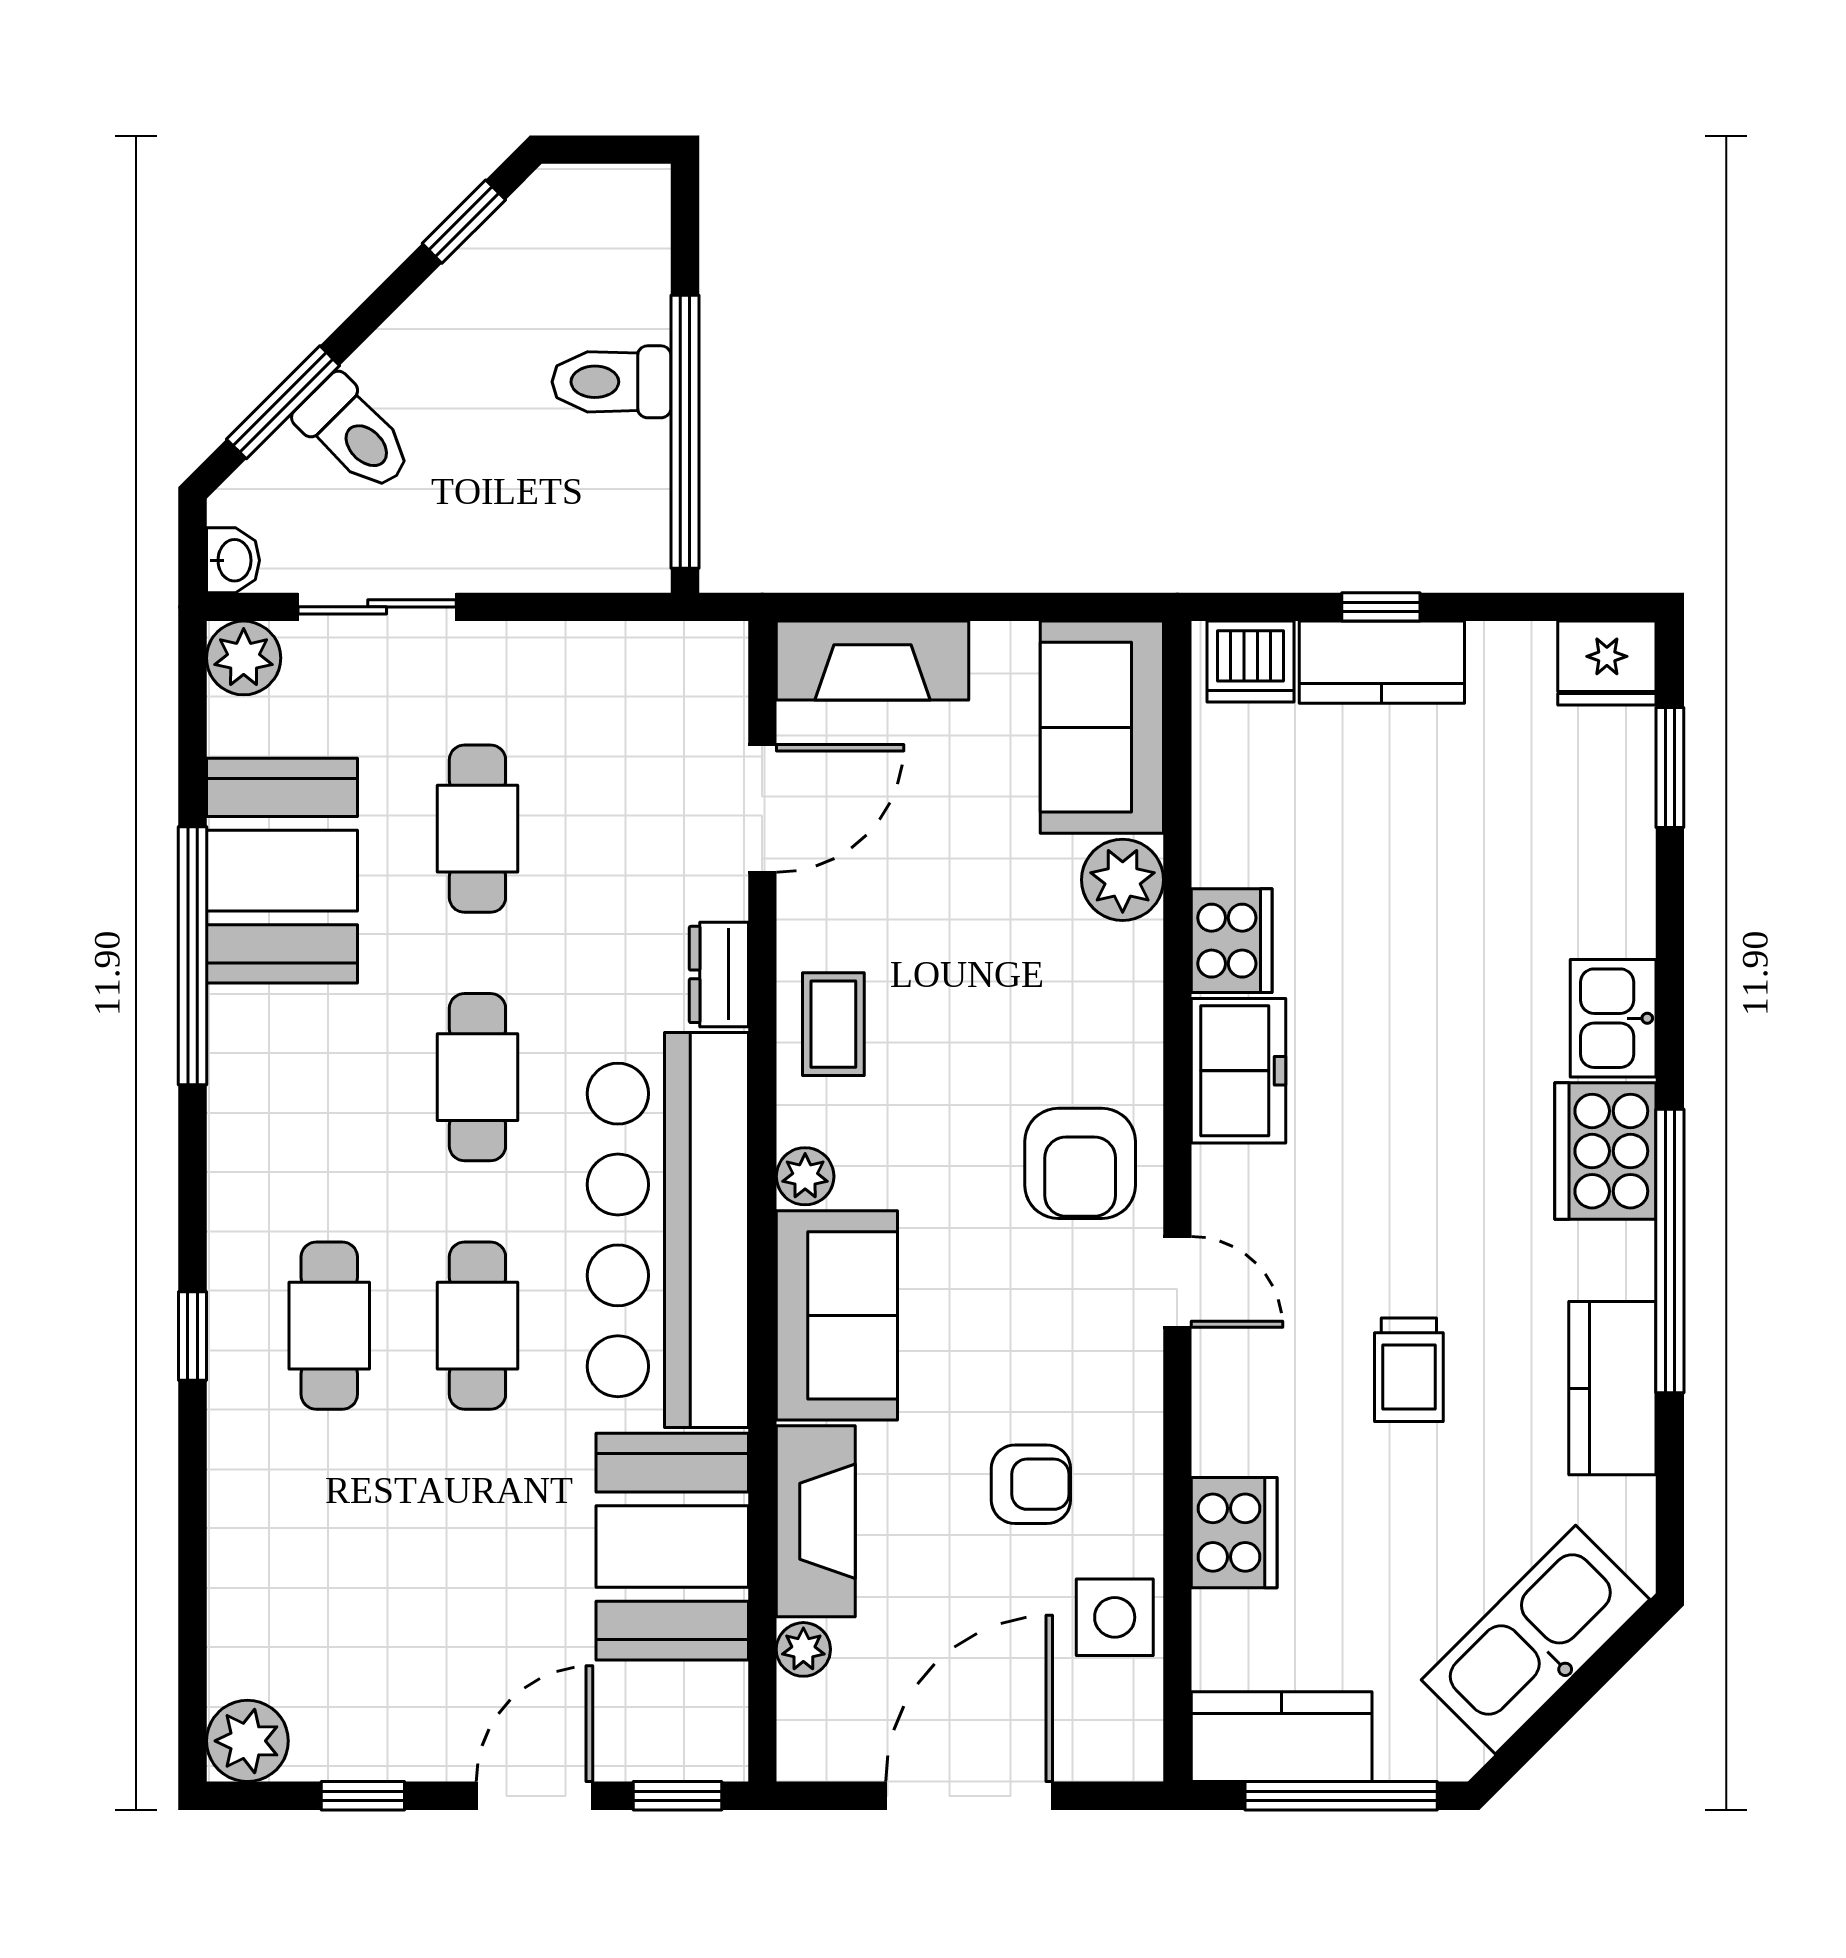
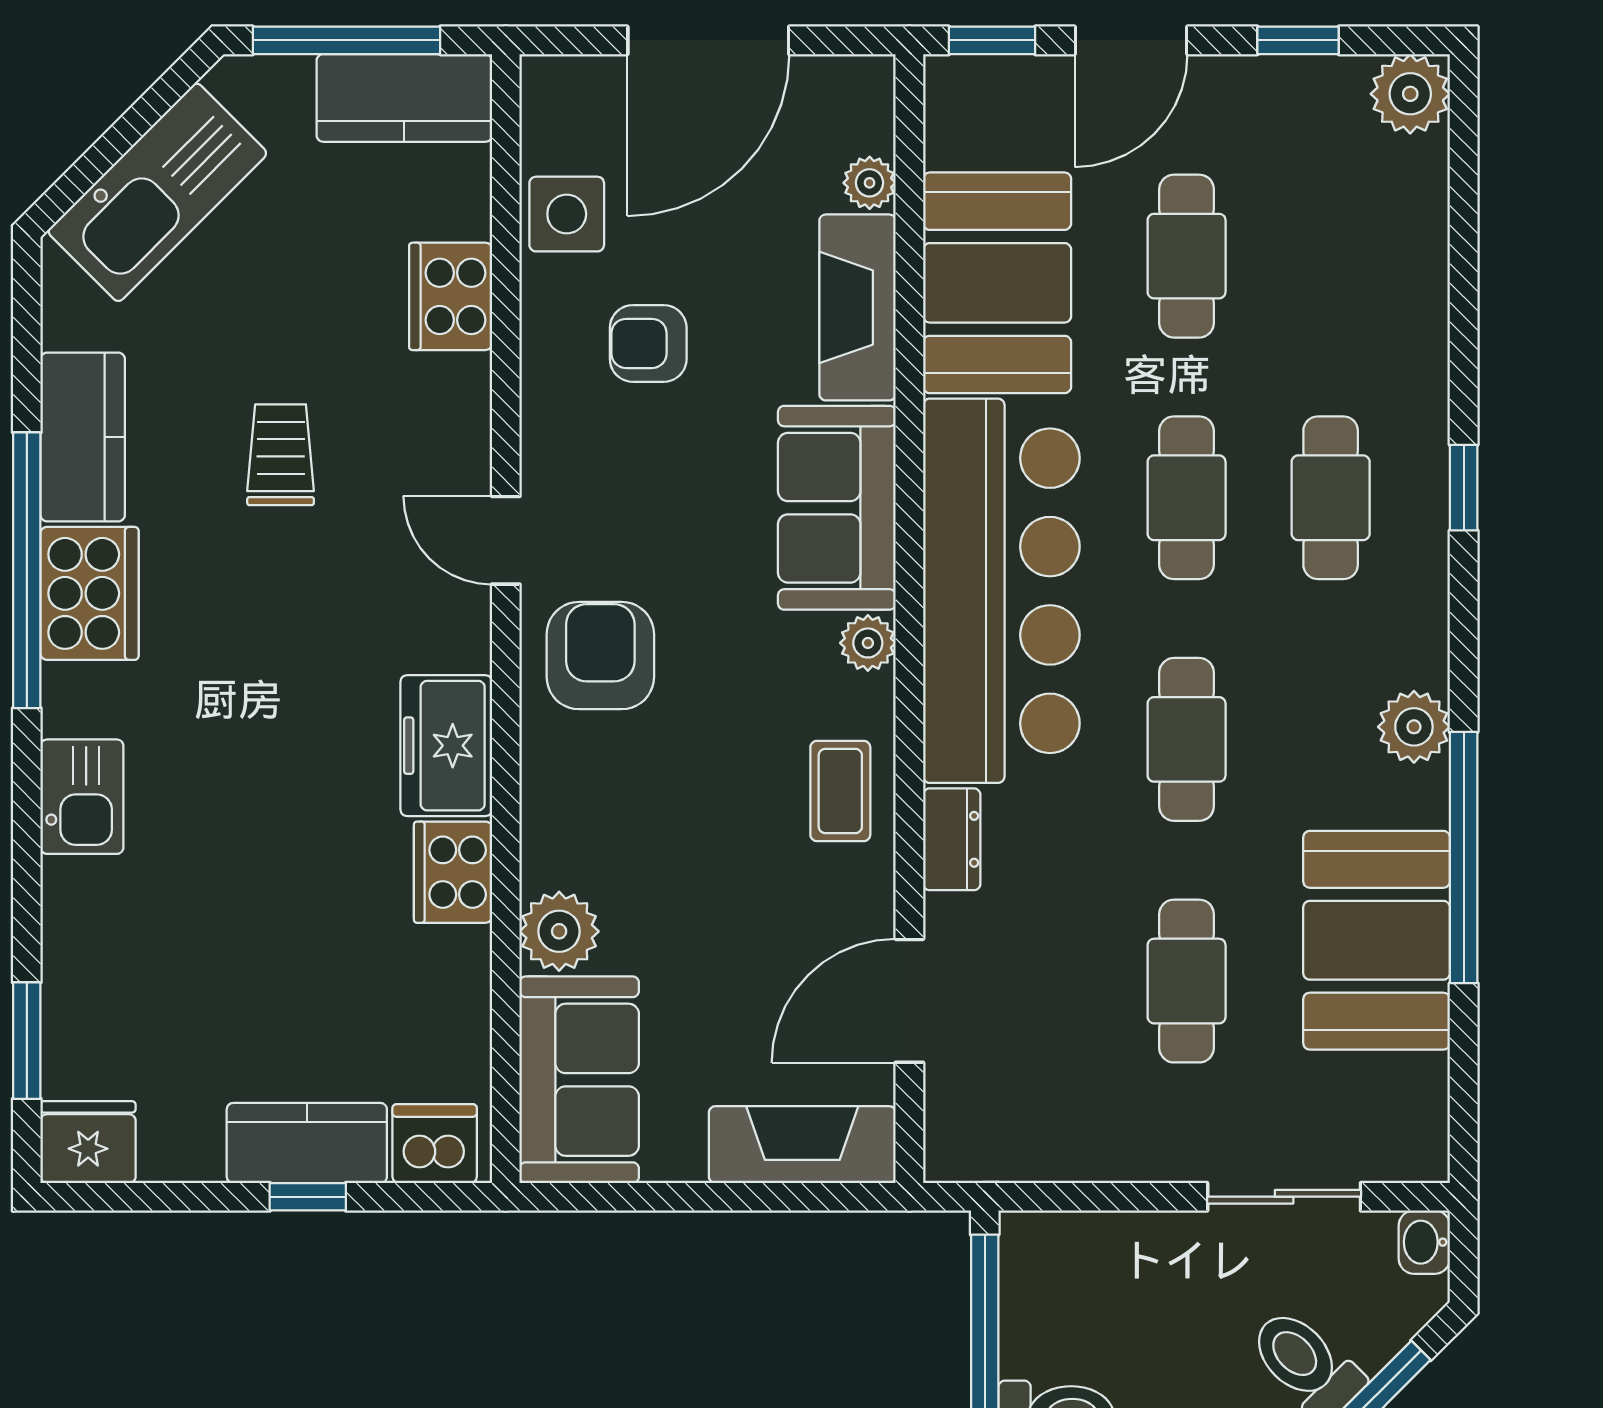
plant: (244, 658) -> (1414, 727), moved
cooker: (1605, 1151) -> (90, 593), moved
cafe table: (477, 1574) -> (1187, 256), added

